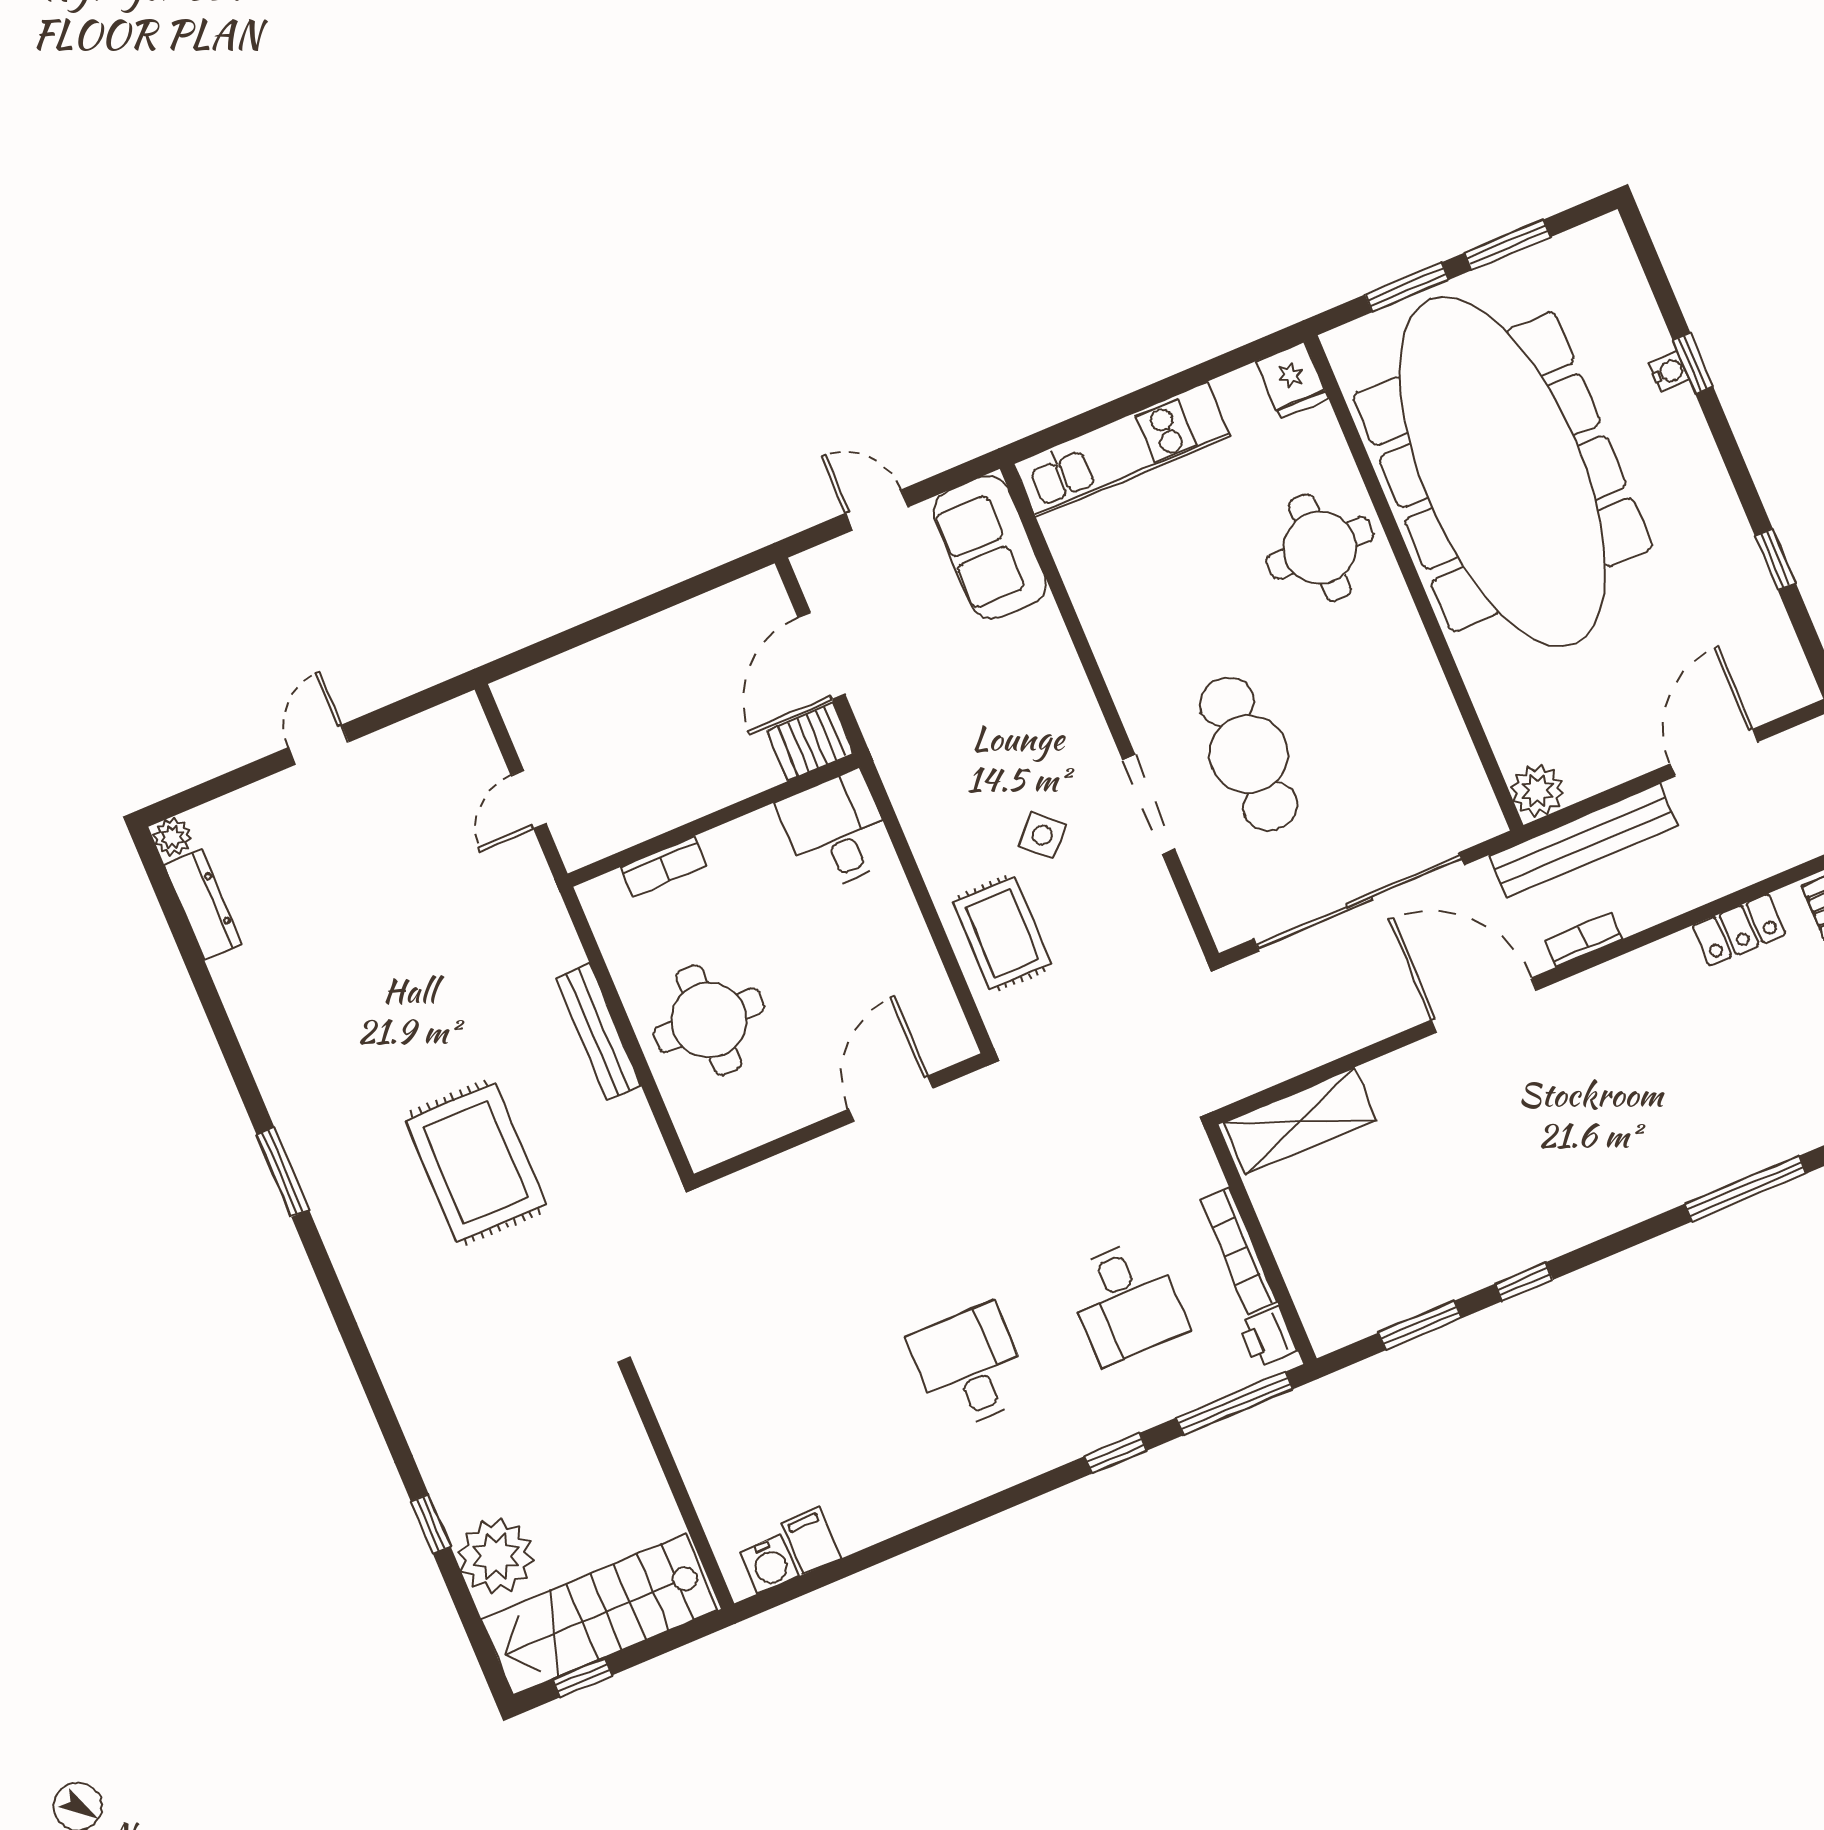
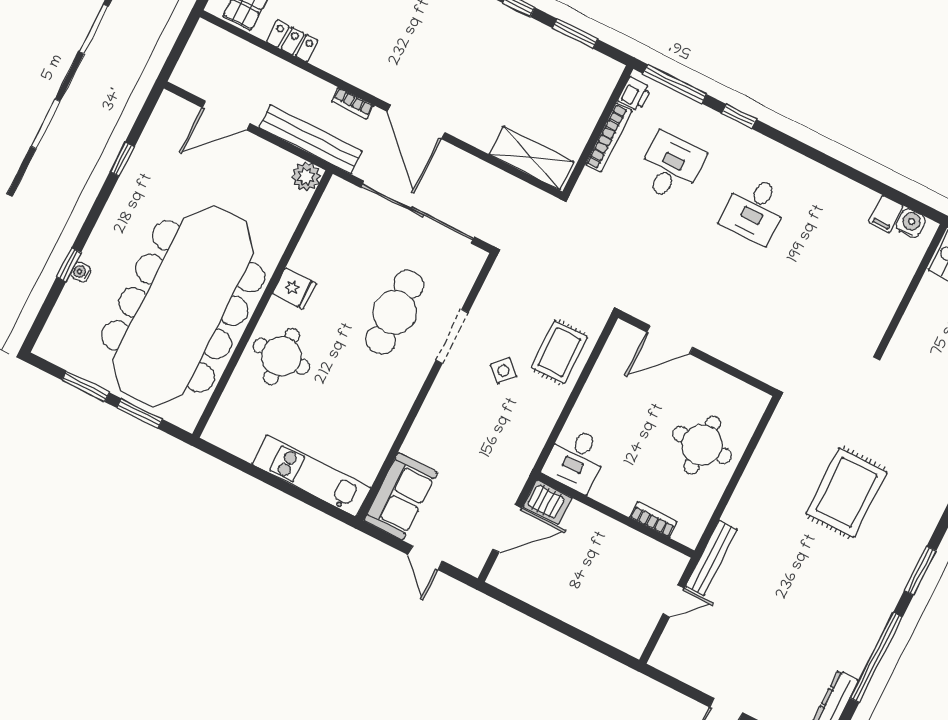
fridge: (1292, 380) -> (294, 289), moved, turned 90
window: (215, 1011) -> (876, 657), added
bench: (598, 1032) -> (711, 558), moved

